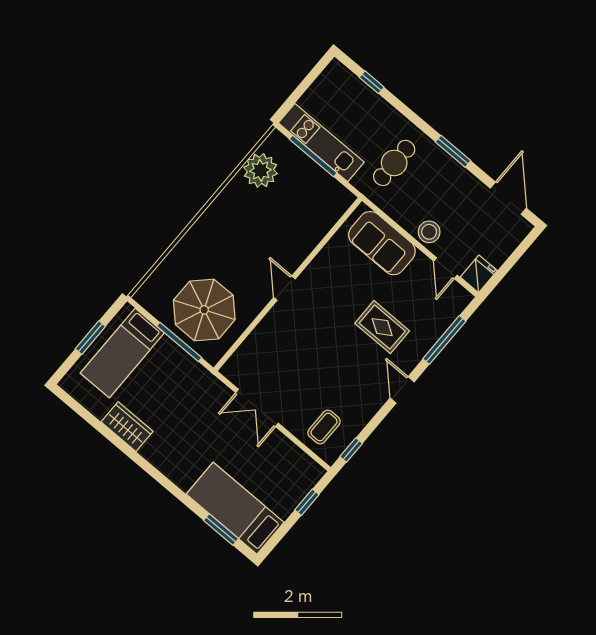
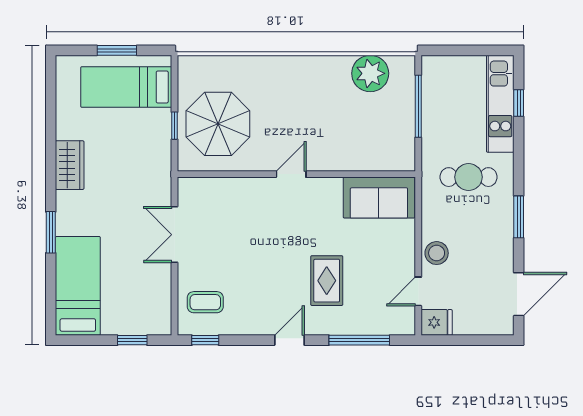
kitchen unit: (321, 143) -> (500, 104), moved, turned 180
sofa: (382, 243) -> (379, 198), moved, turned -90
window: (179, 342) -> (175, 126), width x0.46
wardrobe: (127, 427) -> (70, 165), moved
window: (221, 530) -> (51, 232), moved

